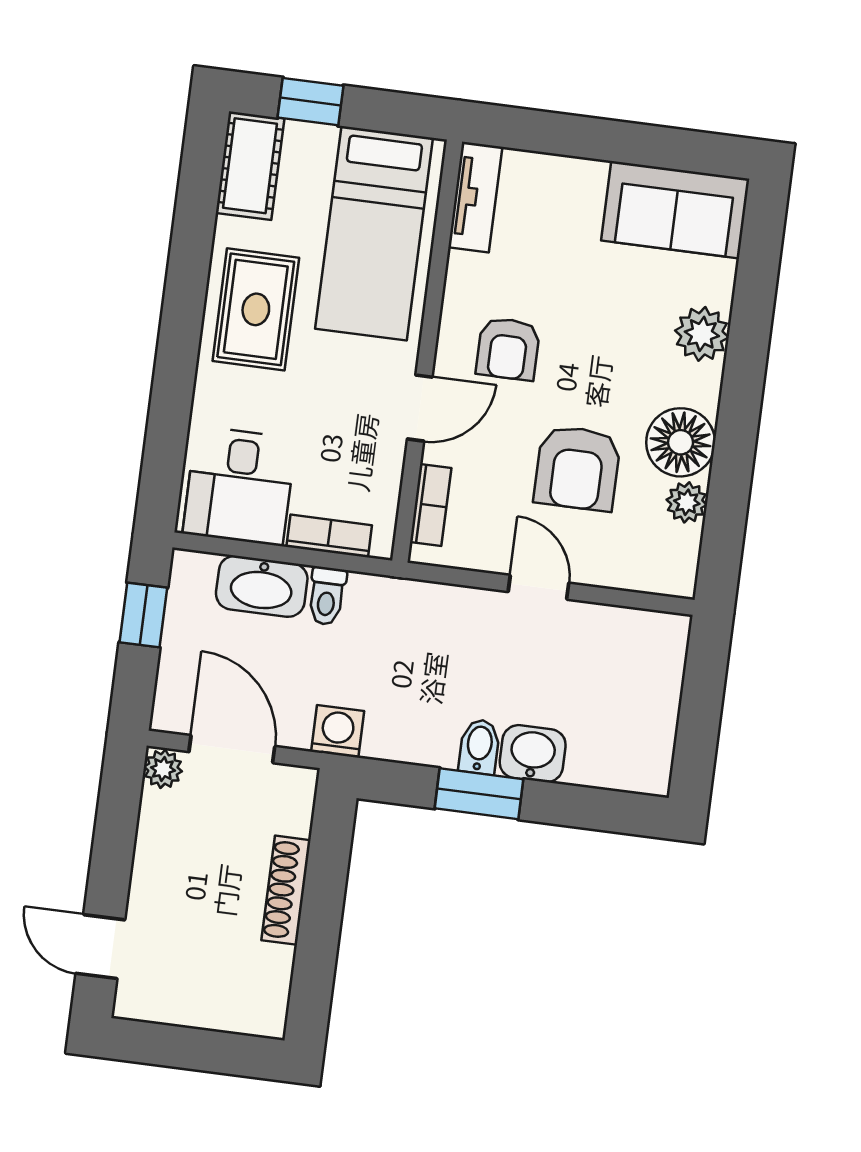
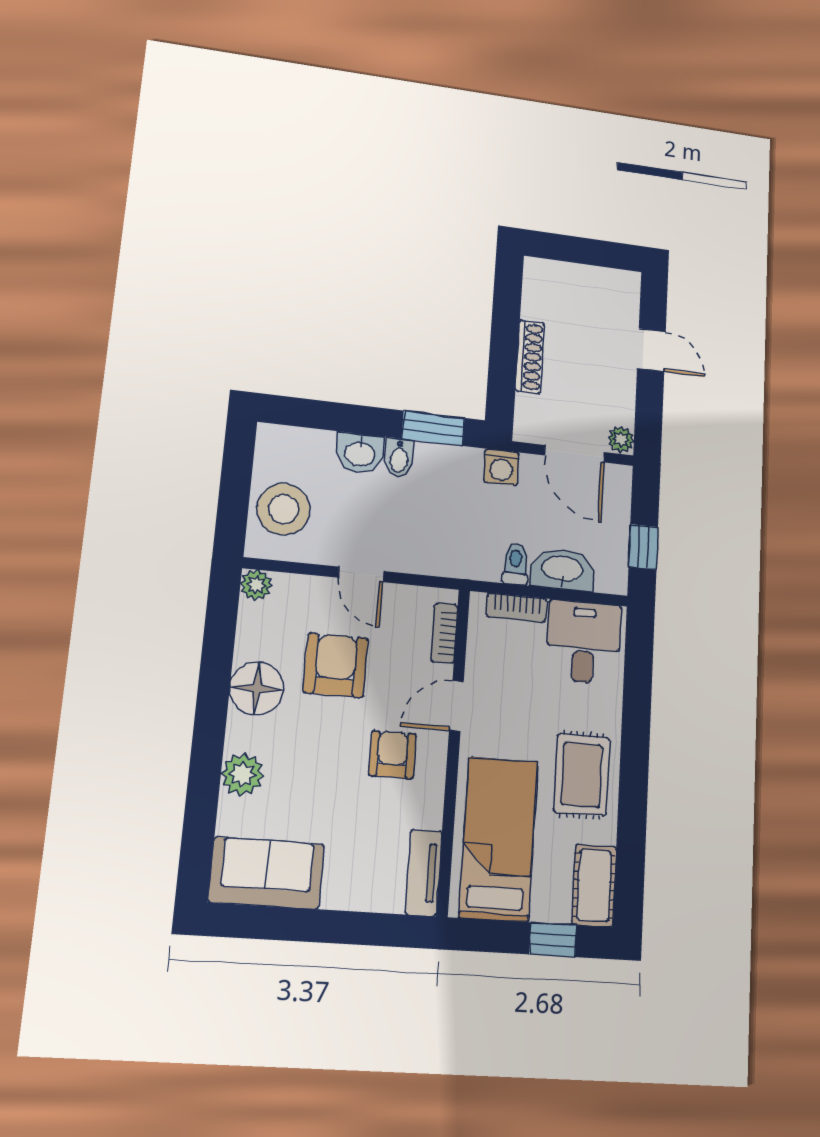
plant: (687, 502) -> (256, 585), moved
stool: (638, 678) -> (284, 509), added
window: (479, 794) -> (433, 428), moved
door: (100, 947) -> (652, 350), moved

